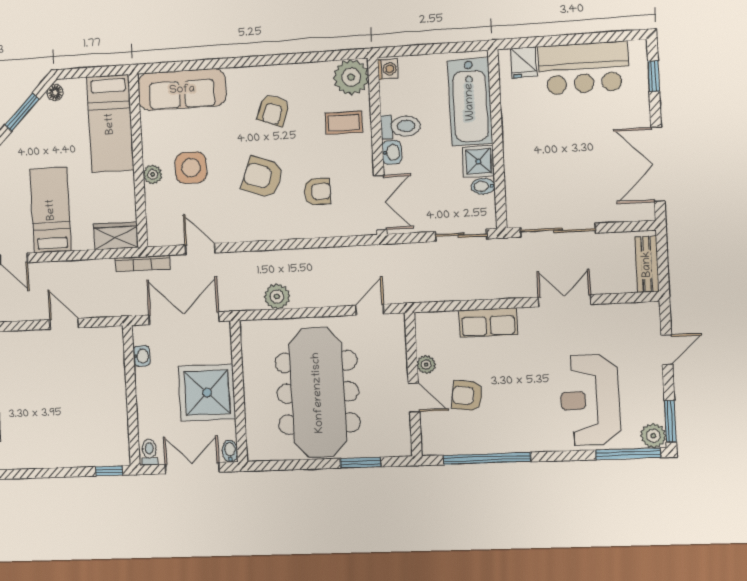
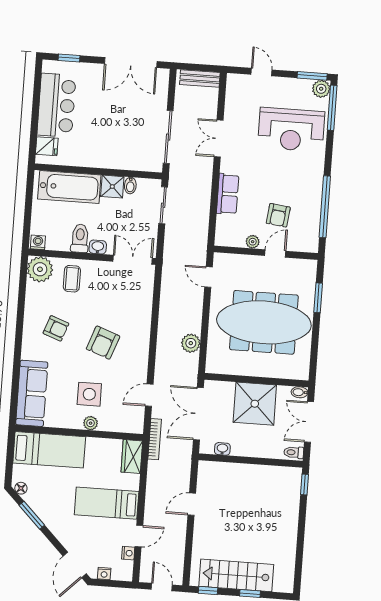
armchair: (317, 192) -> (119, 304), removed

